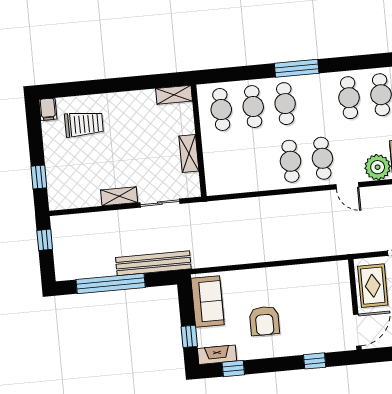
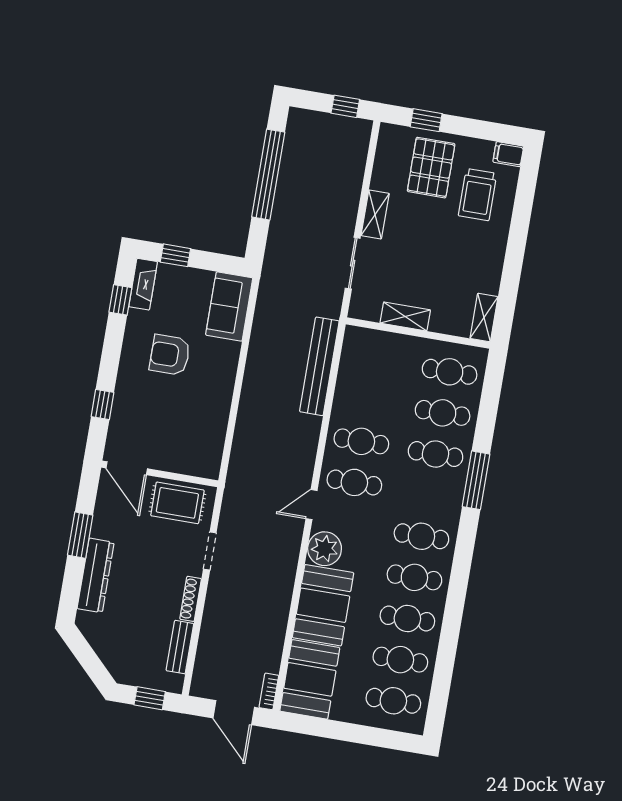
pallet: (73, 164) -> (431, 168), added
bench: (153, 263) -> (319, 366), moved
sofa: (207, 302) -> (229, 306), moved, turned 90

